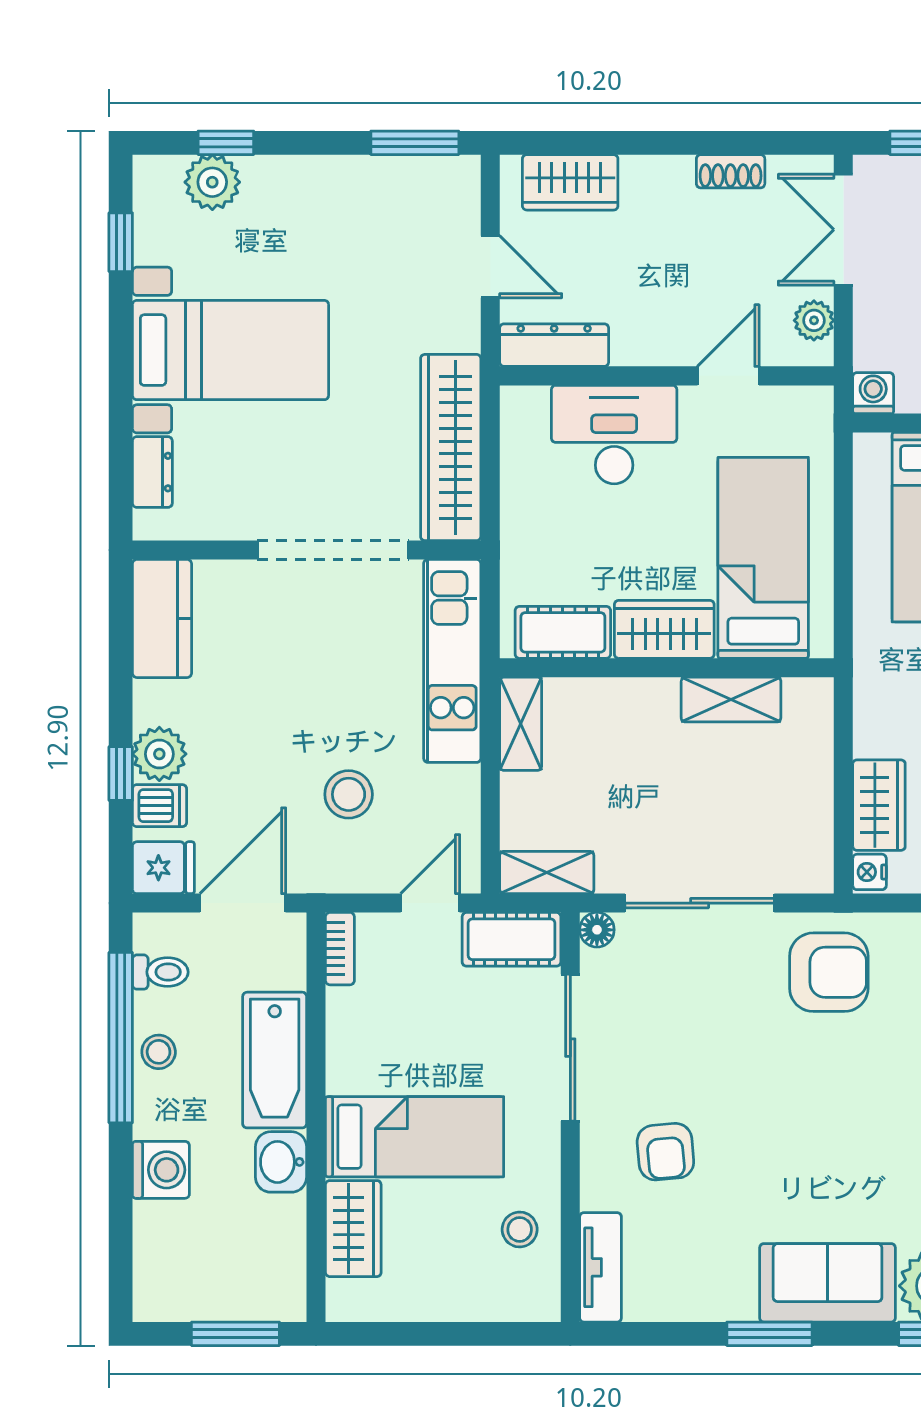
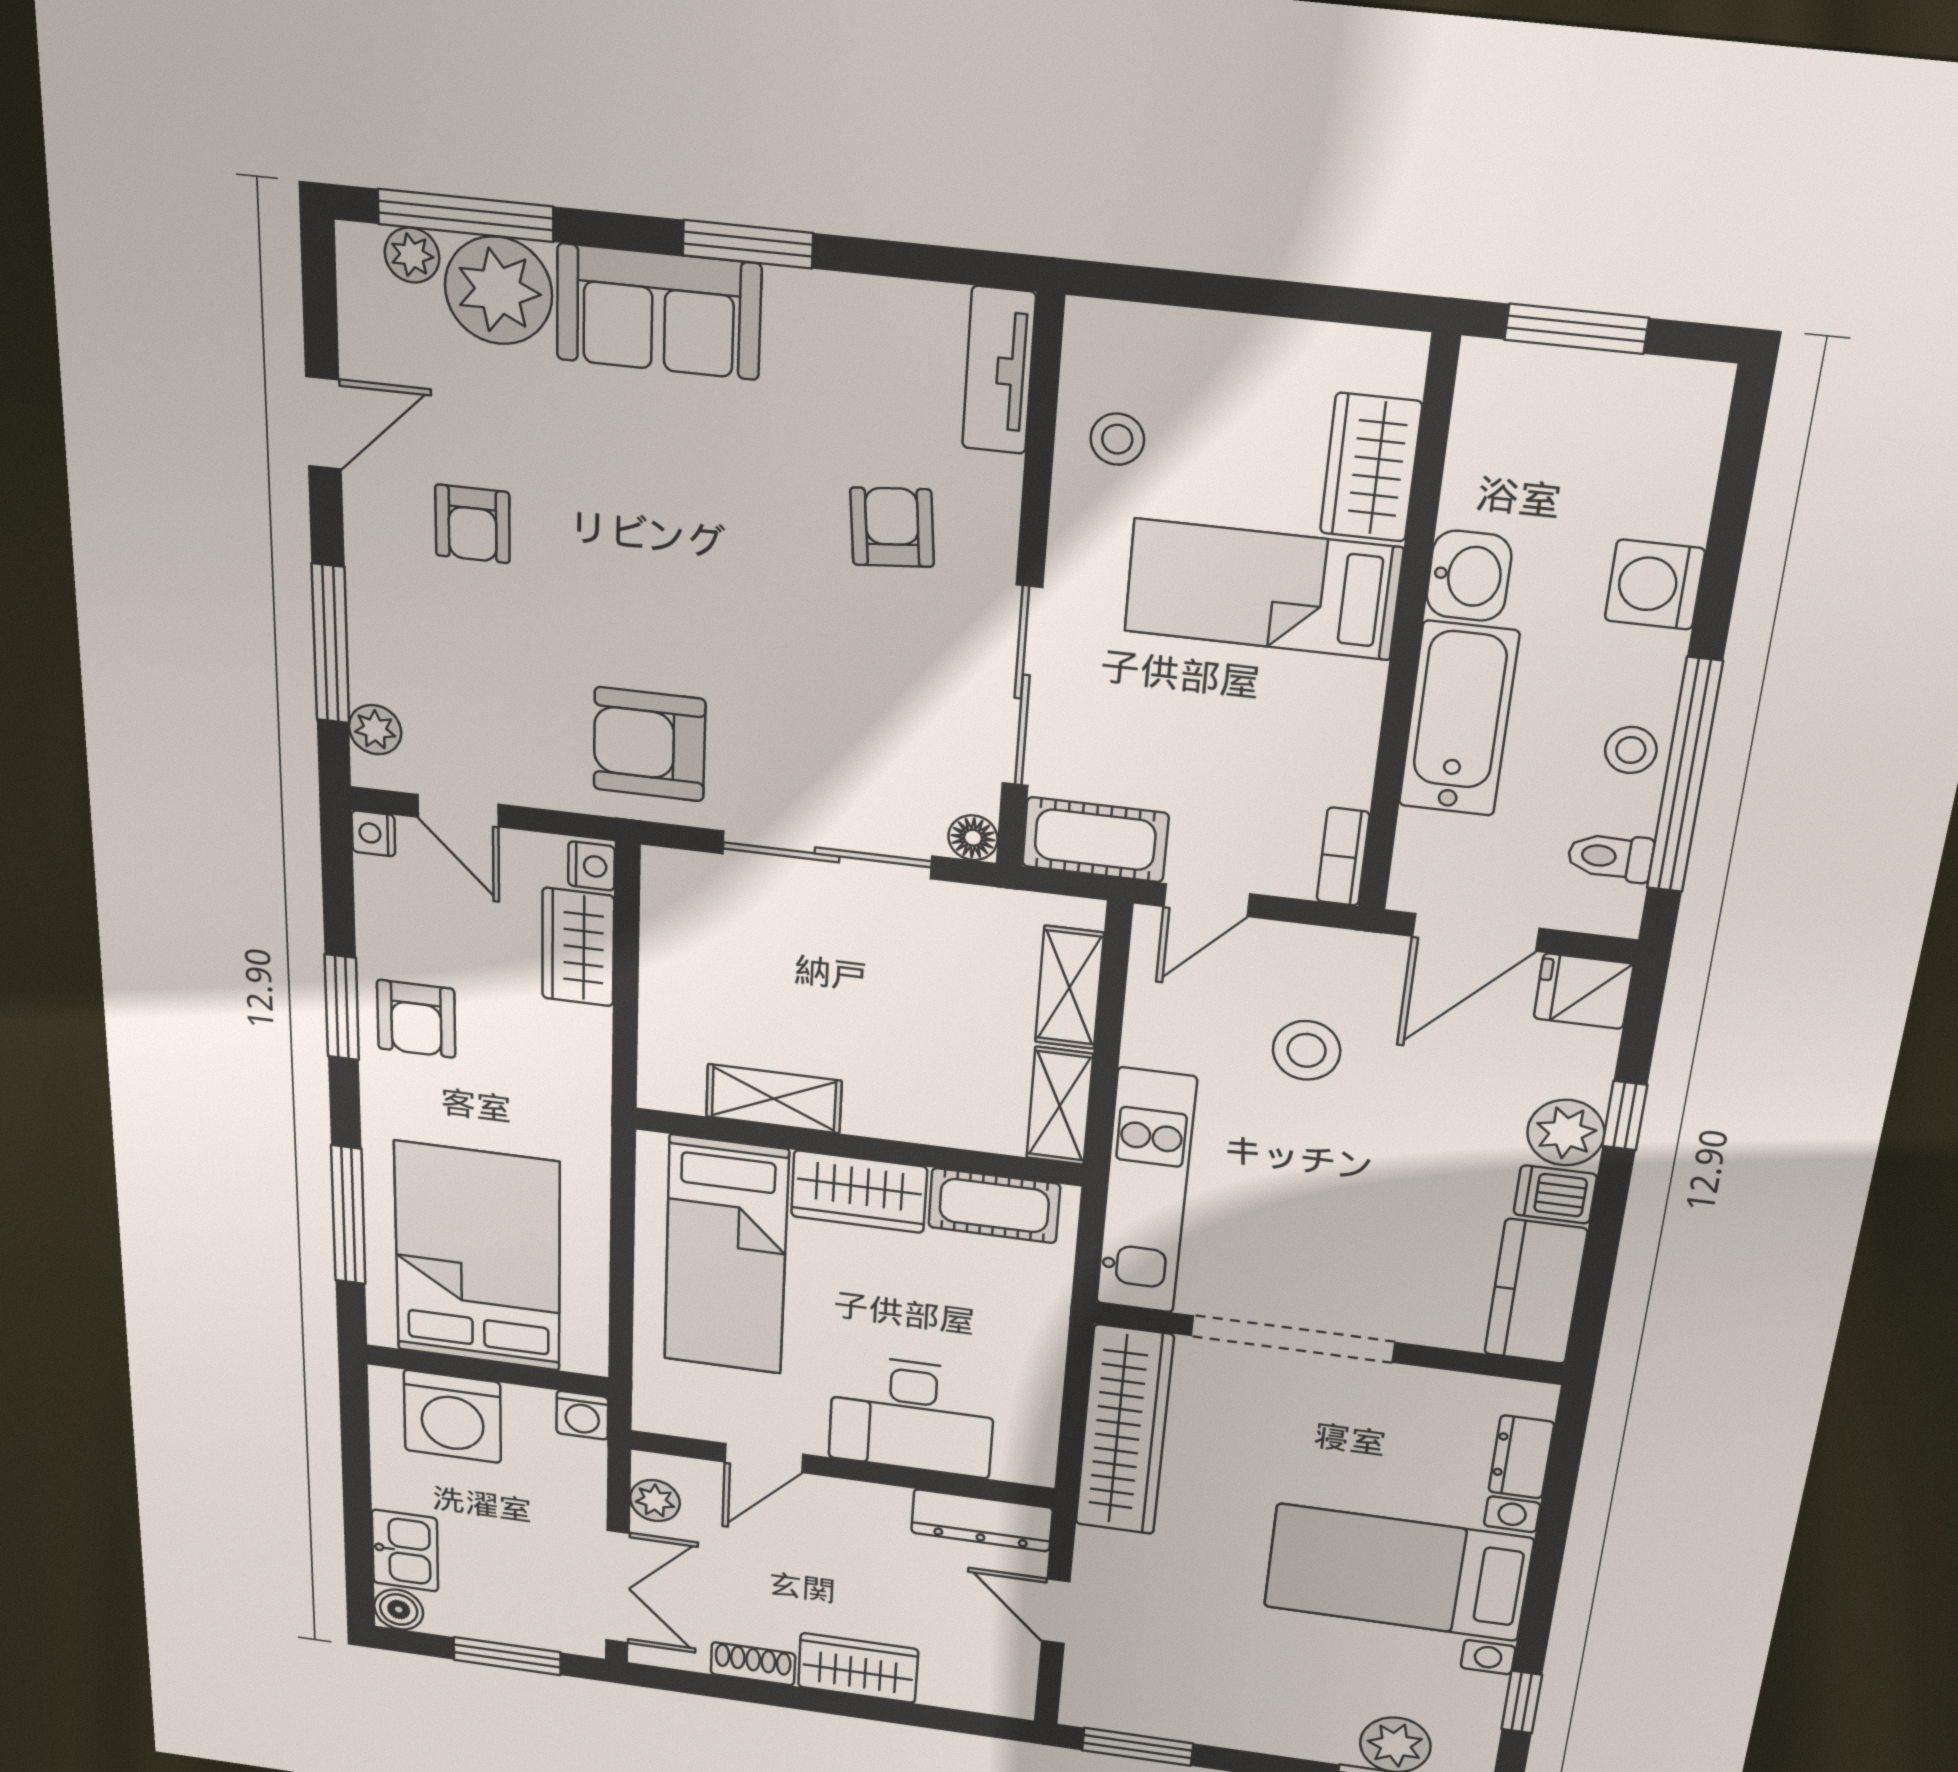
wardrobe: (570, 182) -> (858, 1668), moved
dishwasher: (160, 806) -> (1555, 1194), moved
shelving: (547, 872) -> (1069, 988), moved, turned 90

